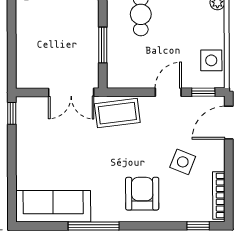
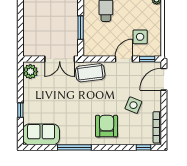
side table: (211, 60) -> (140, 37), moved
plant: (27, 111) -> (30, 72), added
window: (12, 113) -> (20, 110), moved
sofa: (53, 206) -> (41, 134), width x0.73

